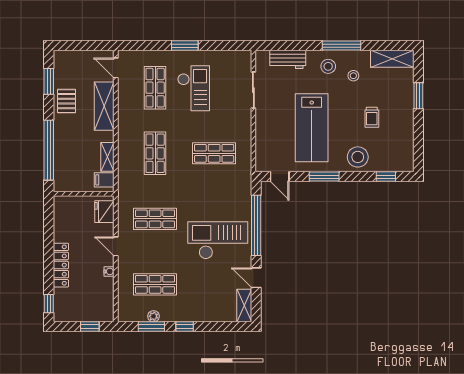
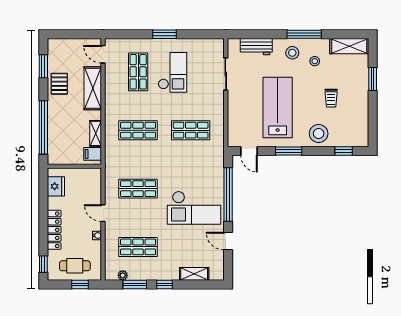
lab bench: (312, 128) -> (278, 108), turned 180
shop shelf: (155, 153) -> (138, 130), turned 90
fridge: (104, 212) -> (56, 186), moved, turned 180
checkout: (218, 240) -> (194, 208), turned 180
cafe table: (84, 306) -> (75, 266), added
shelving: (244, 306) -> (194, 274), moved, turned 90
plant: (153, 316) -> (123, 275), moved

